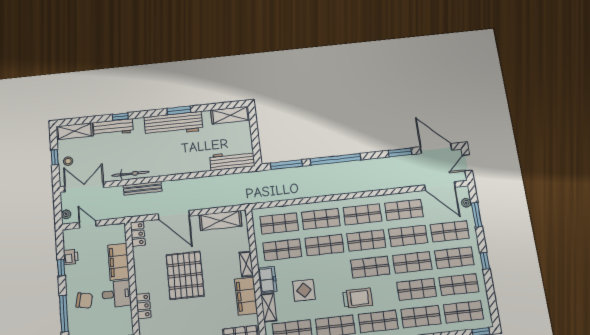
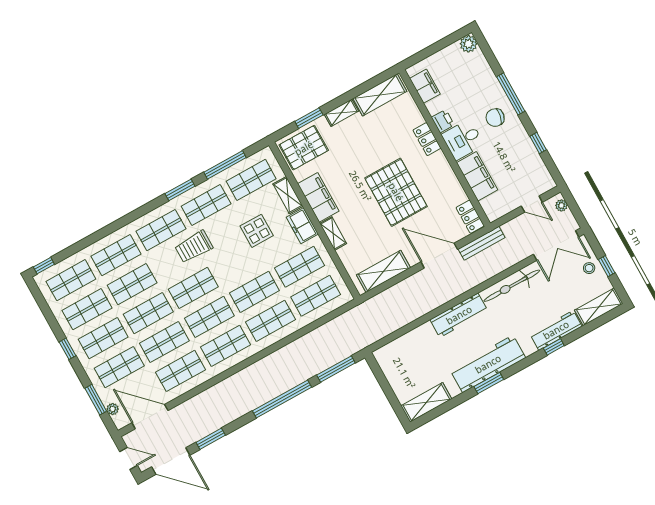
workbench: (232, 161) -> (459, 315), moved
door: (467, 163) -> (129, 458), hinge flipped
bicycle: (130, 174) -> (512, 286), width x1.37, depth x1.40
bench: (143, 188) -> (482, 243), moved
printer: (71, 257) -> (443, 121), moved, turned 180

